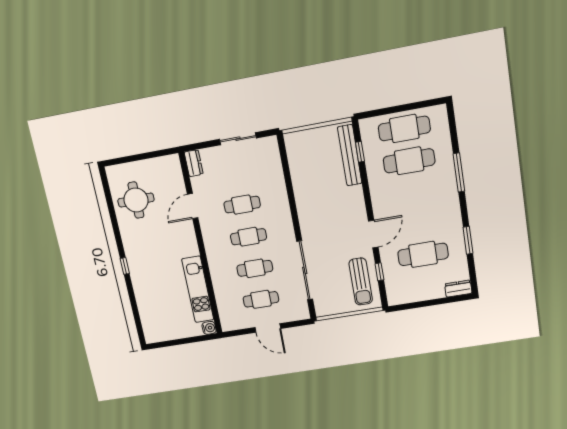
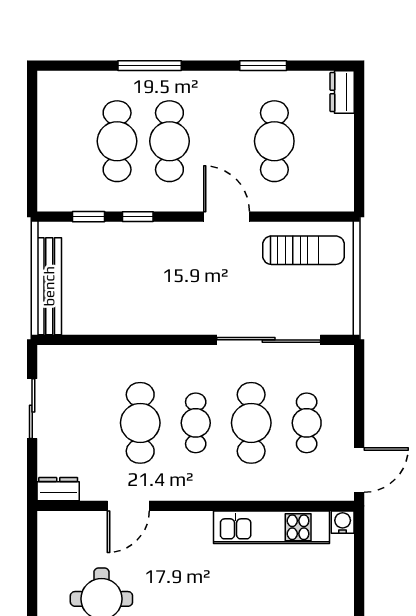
cafe table: (404, 128) -> (169, 141), moved
bench: (350, 155) -> (49, 286), moved, turned 90
cafe table: (242, 205) -> (140, 423), width x1.37, depth x1.35
door: (193, 206) -> (128, 506), hinge flipped
cafe table: (255, 268) -> (251, 423), width x1.37, depth x1.35
window: (379, 272) -> (138, 217), moved
door: (268, 328) -> (359, 470), moved

